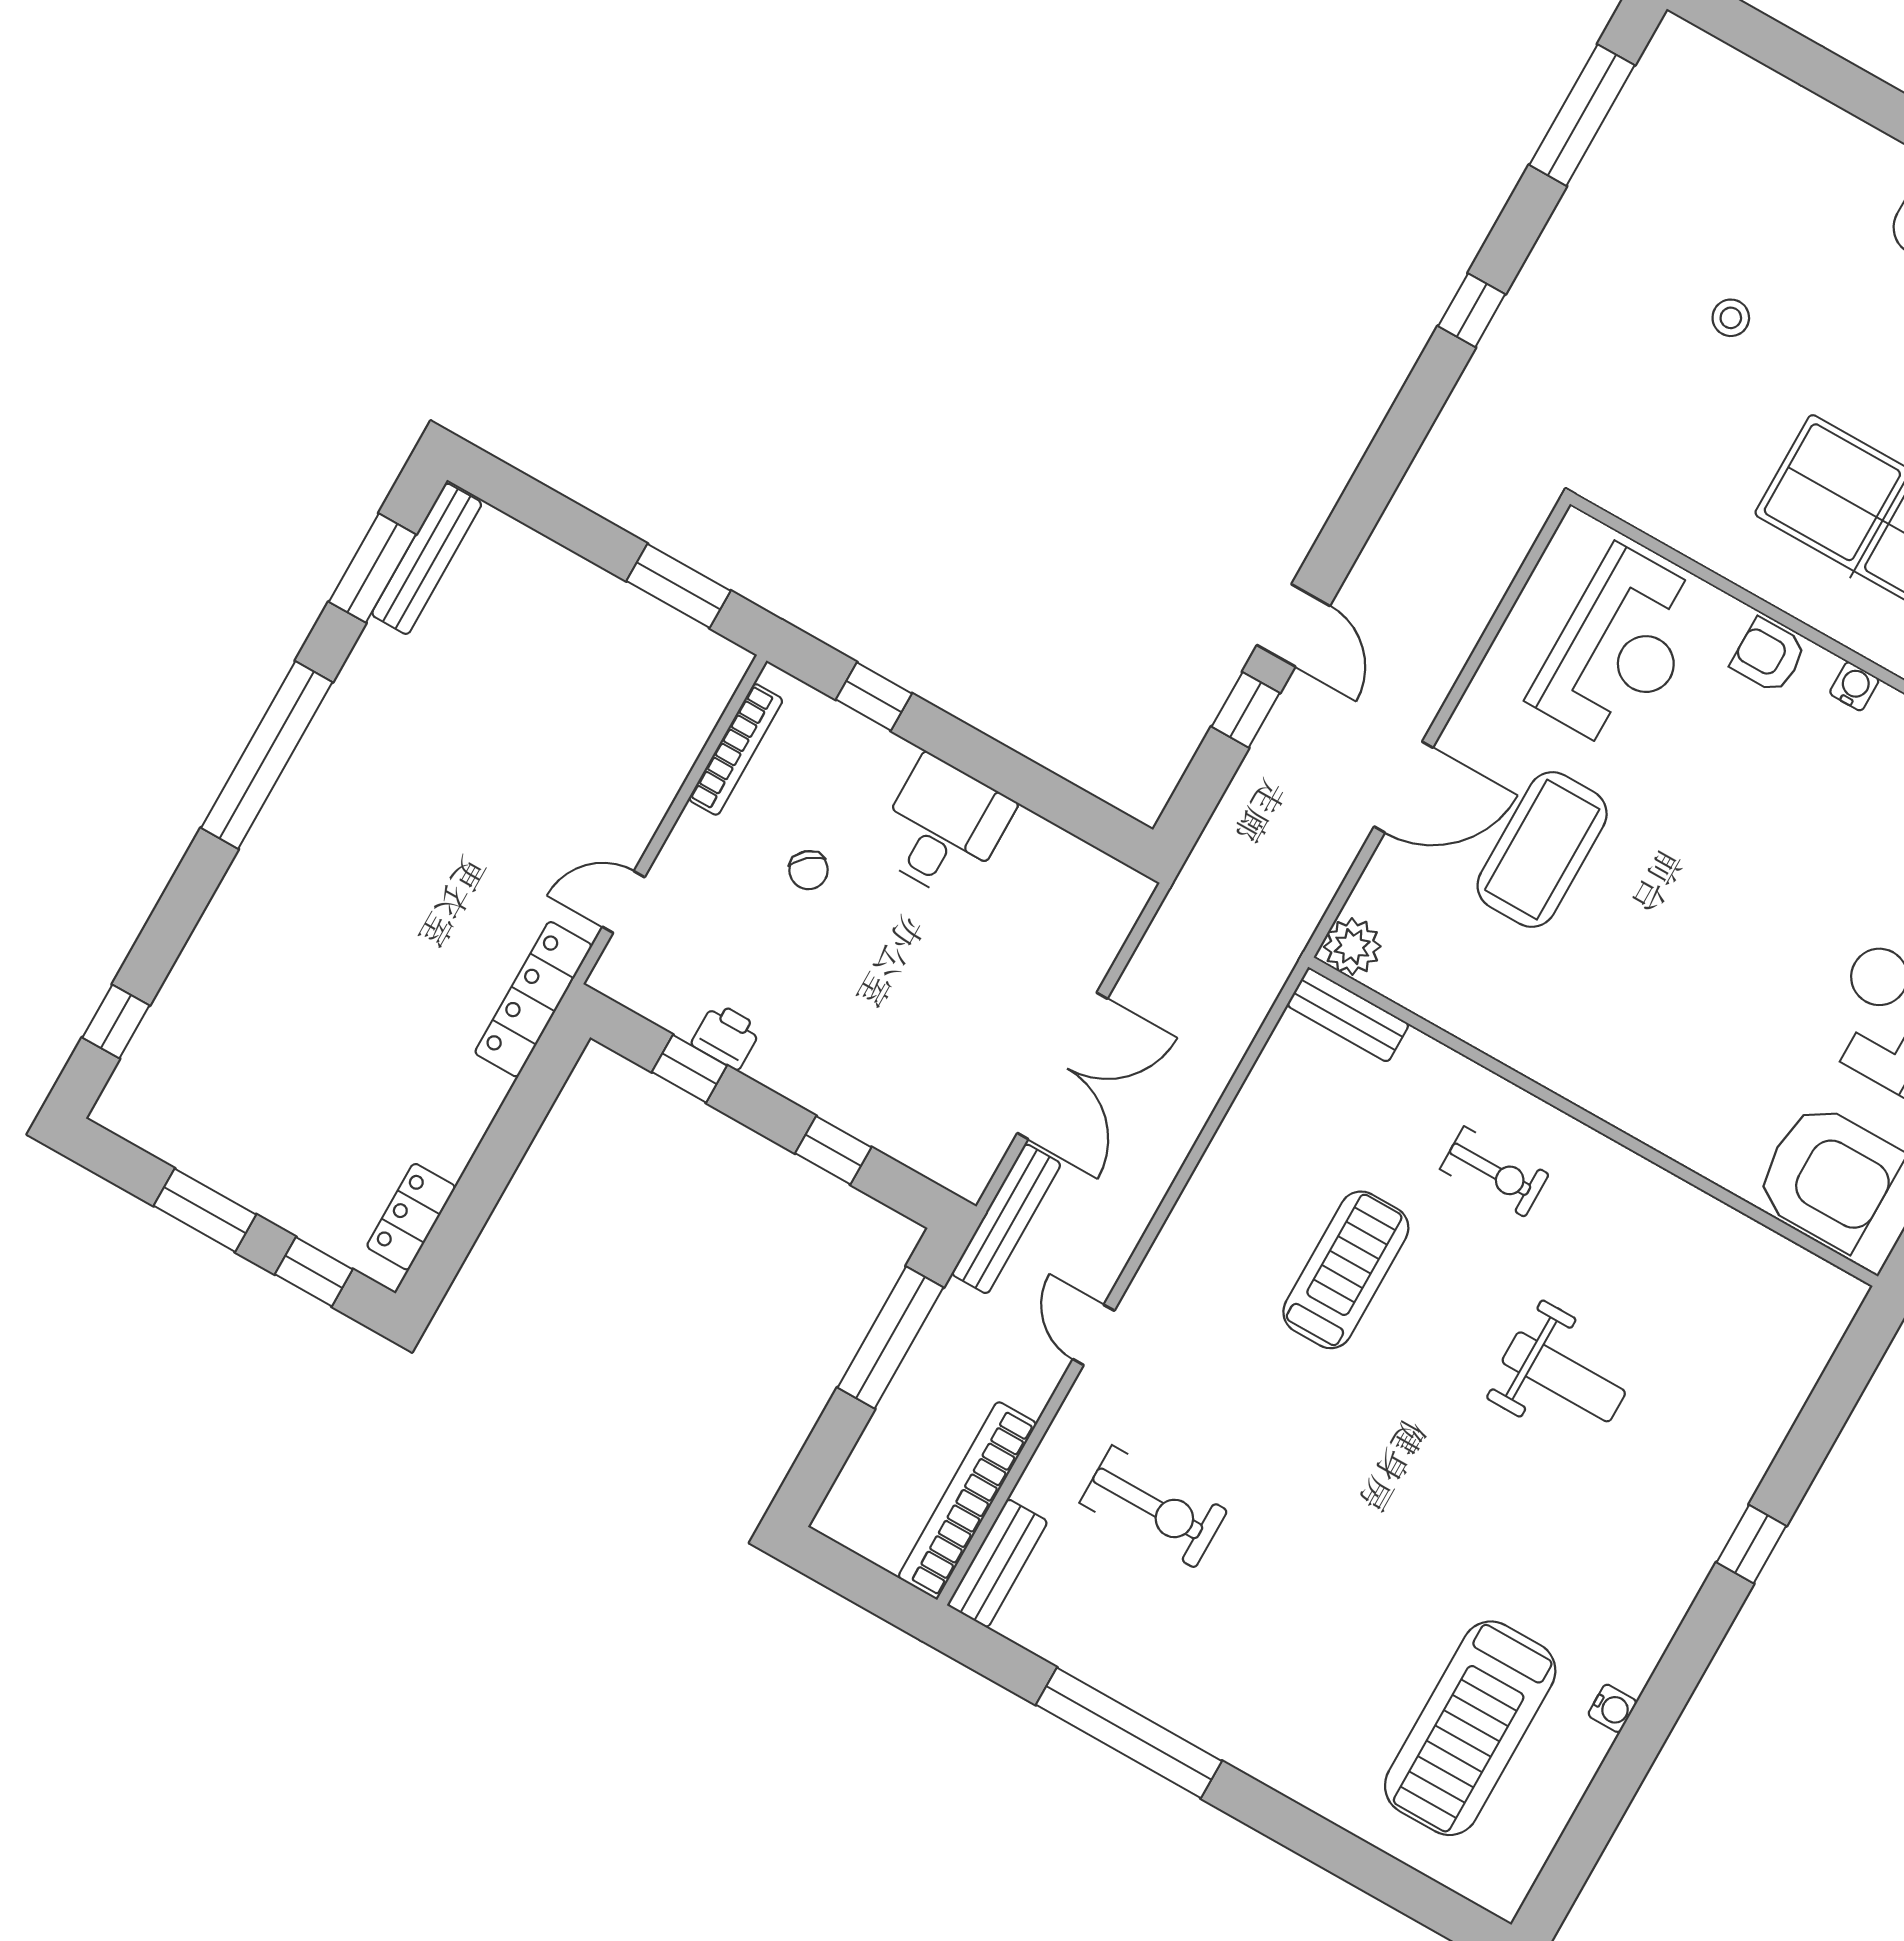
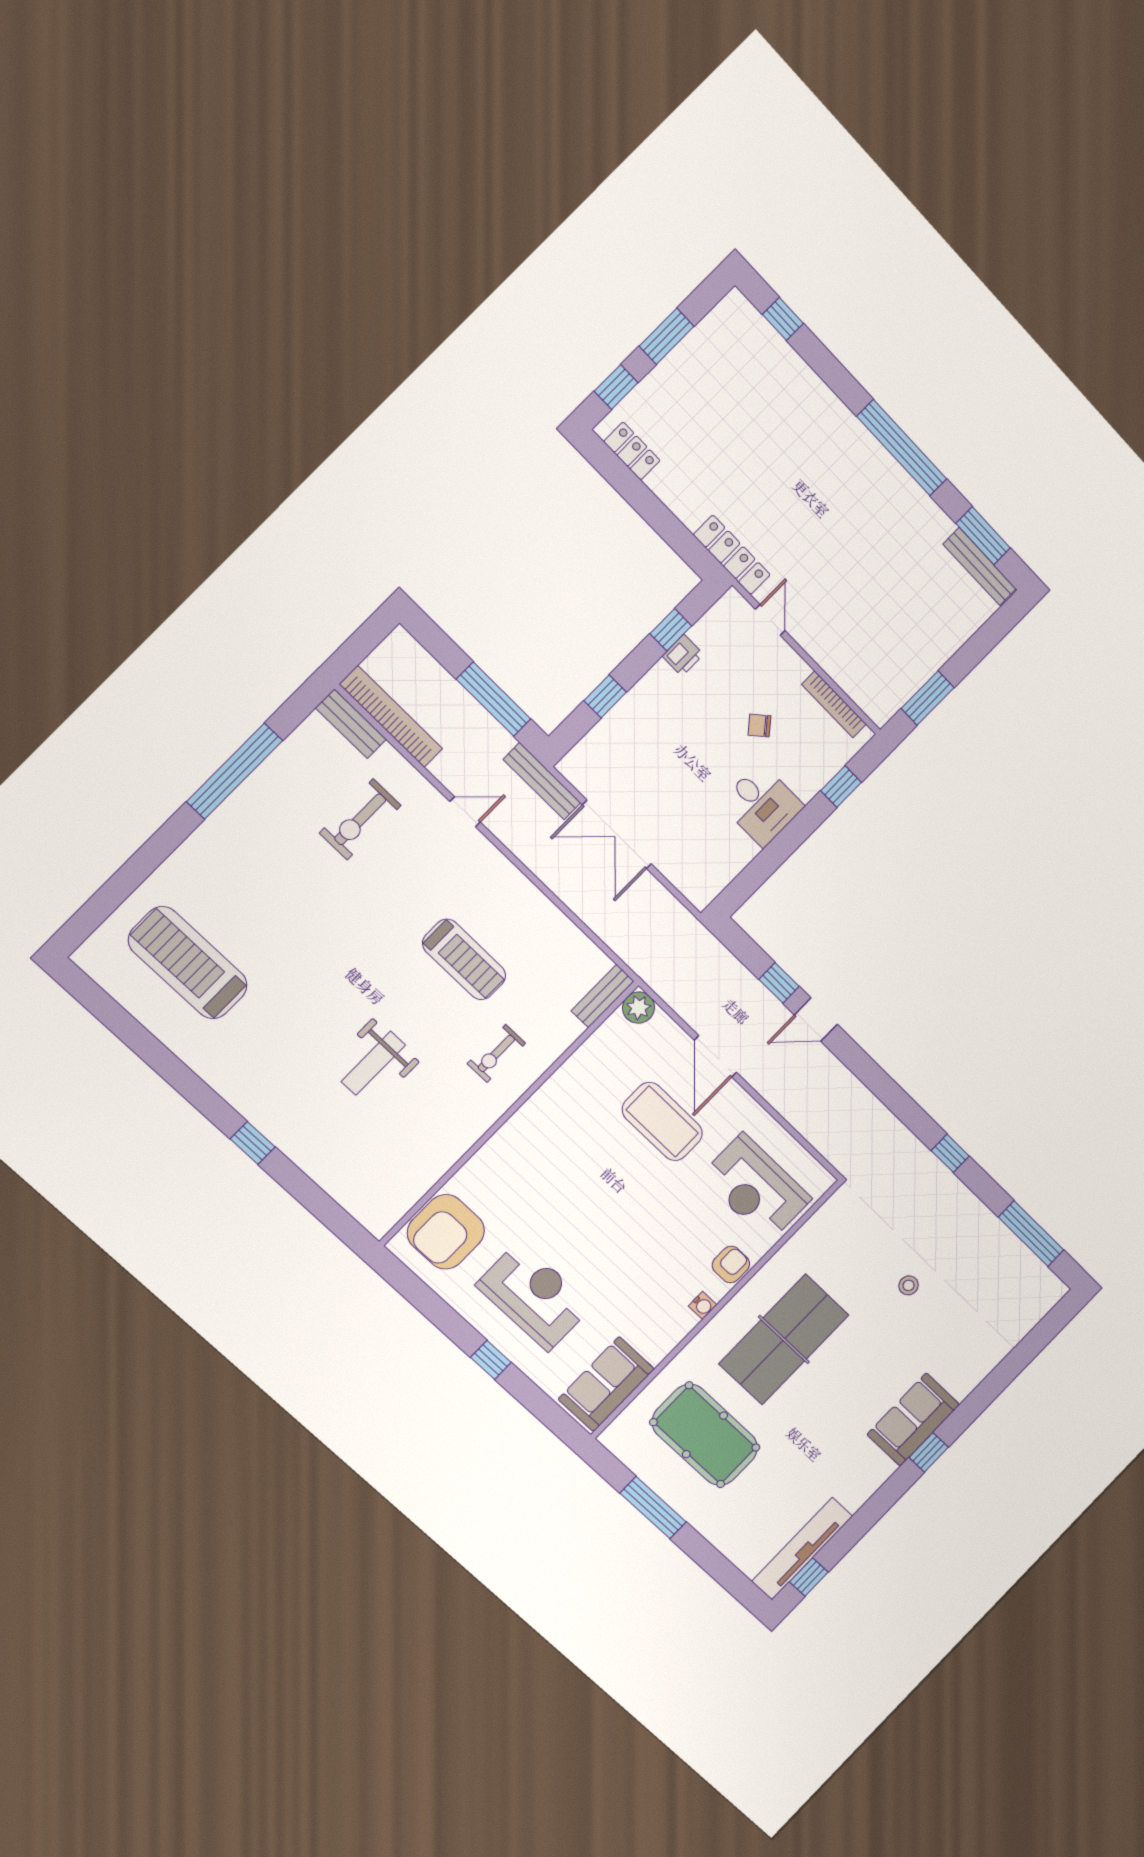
water cooler: (1612, 1708) -> (179, 1044), removed

